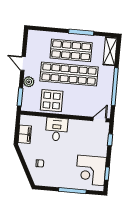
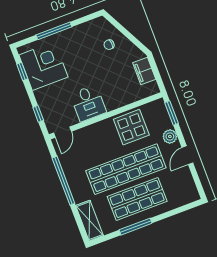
door: (23, 63) -> (187, 155), swing flipped
desk: (57, 129) -> (88, 103), moved

